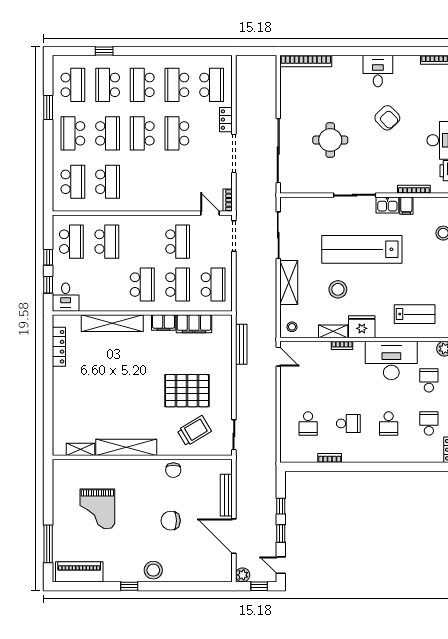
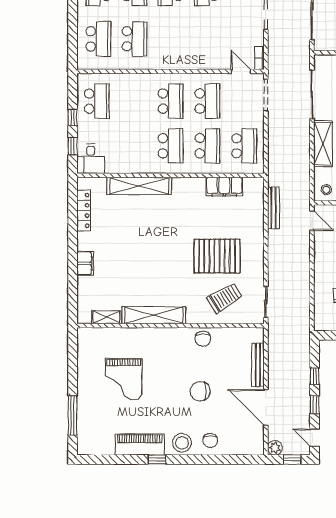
school desk: (107, 242) -> (170, 101), moved
filing cabinet: (163, 323) -> (85, 263), moved, turned -90
chair: (180, 568) -> (210, 441), added
piano: (79, 572) -> (140, 445), moved

